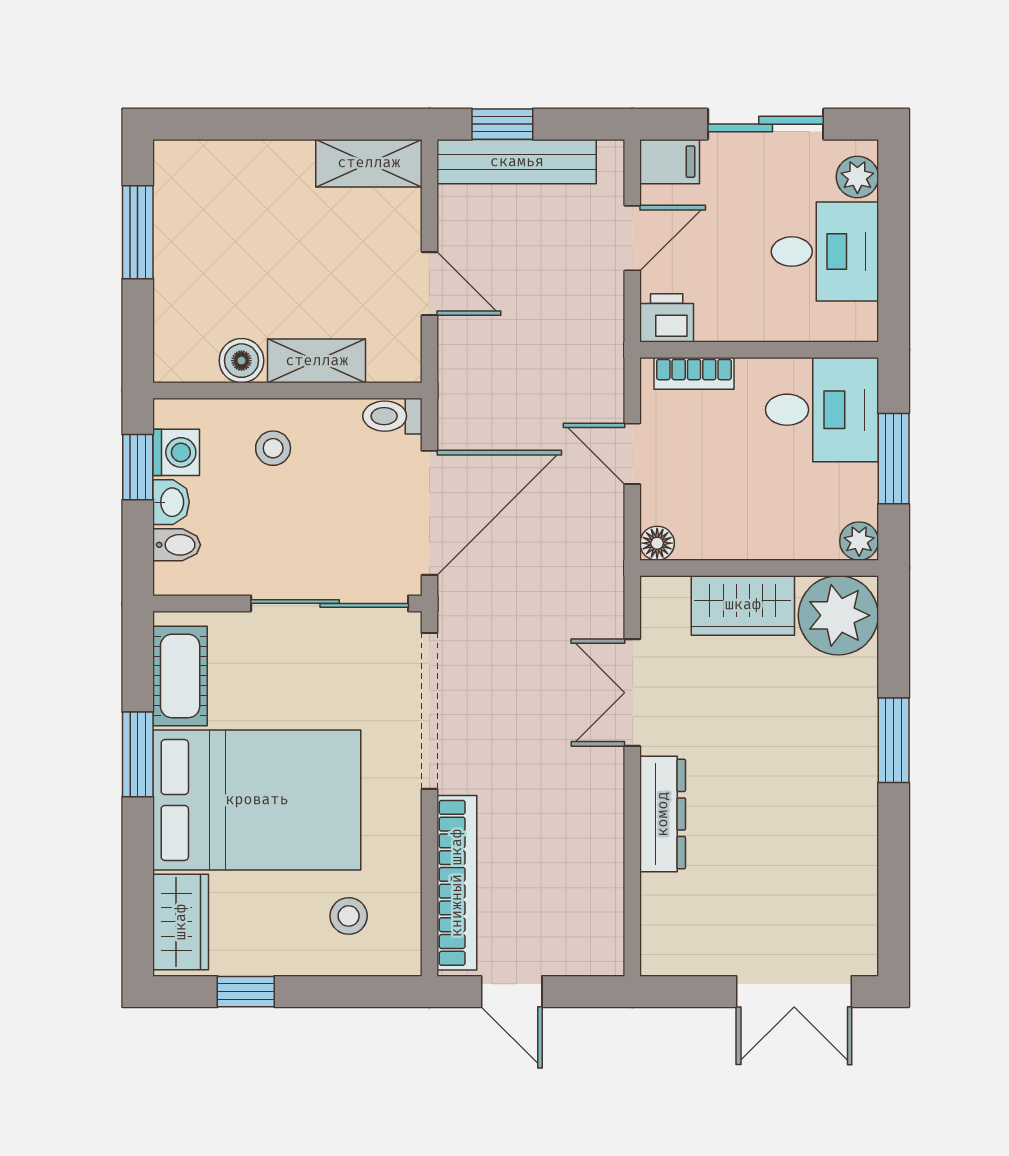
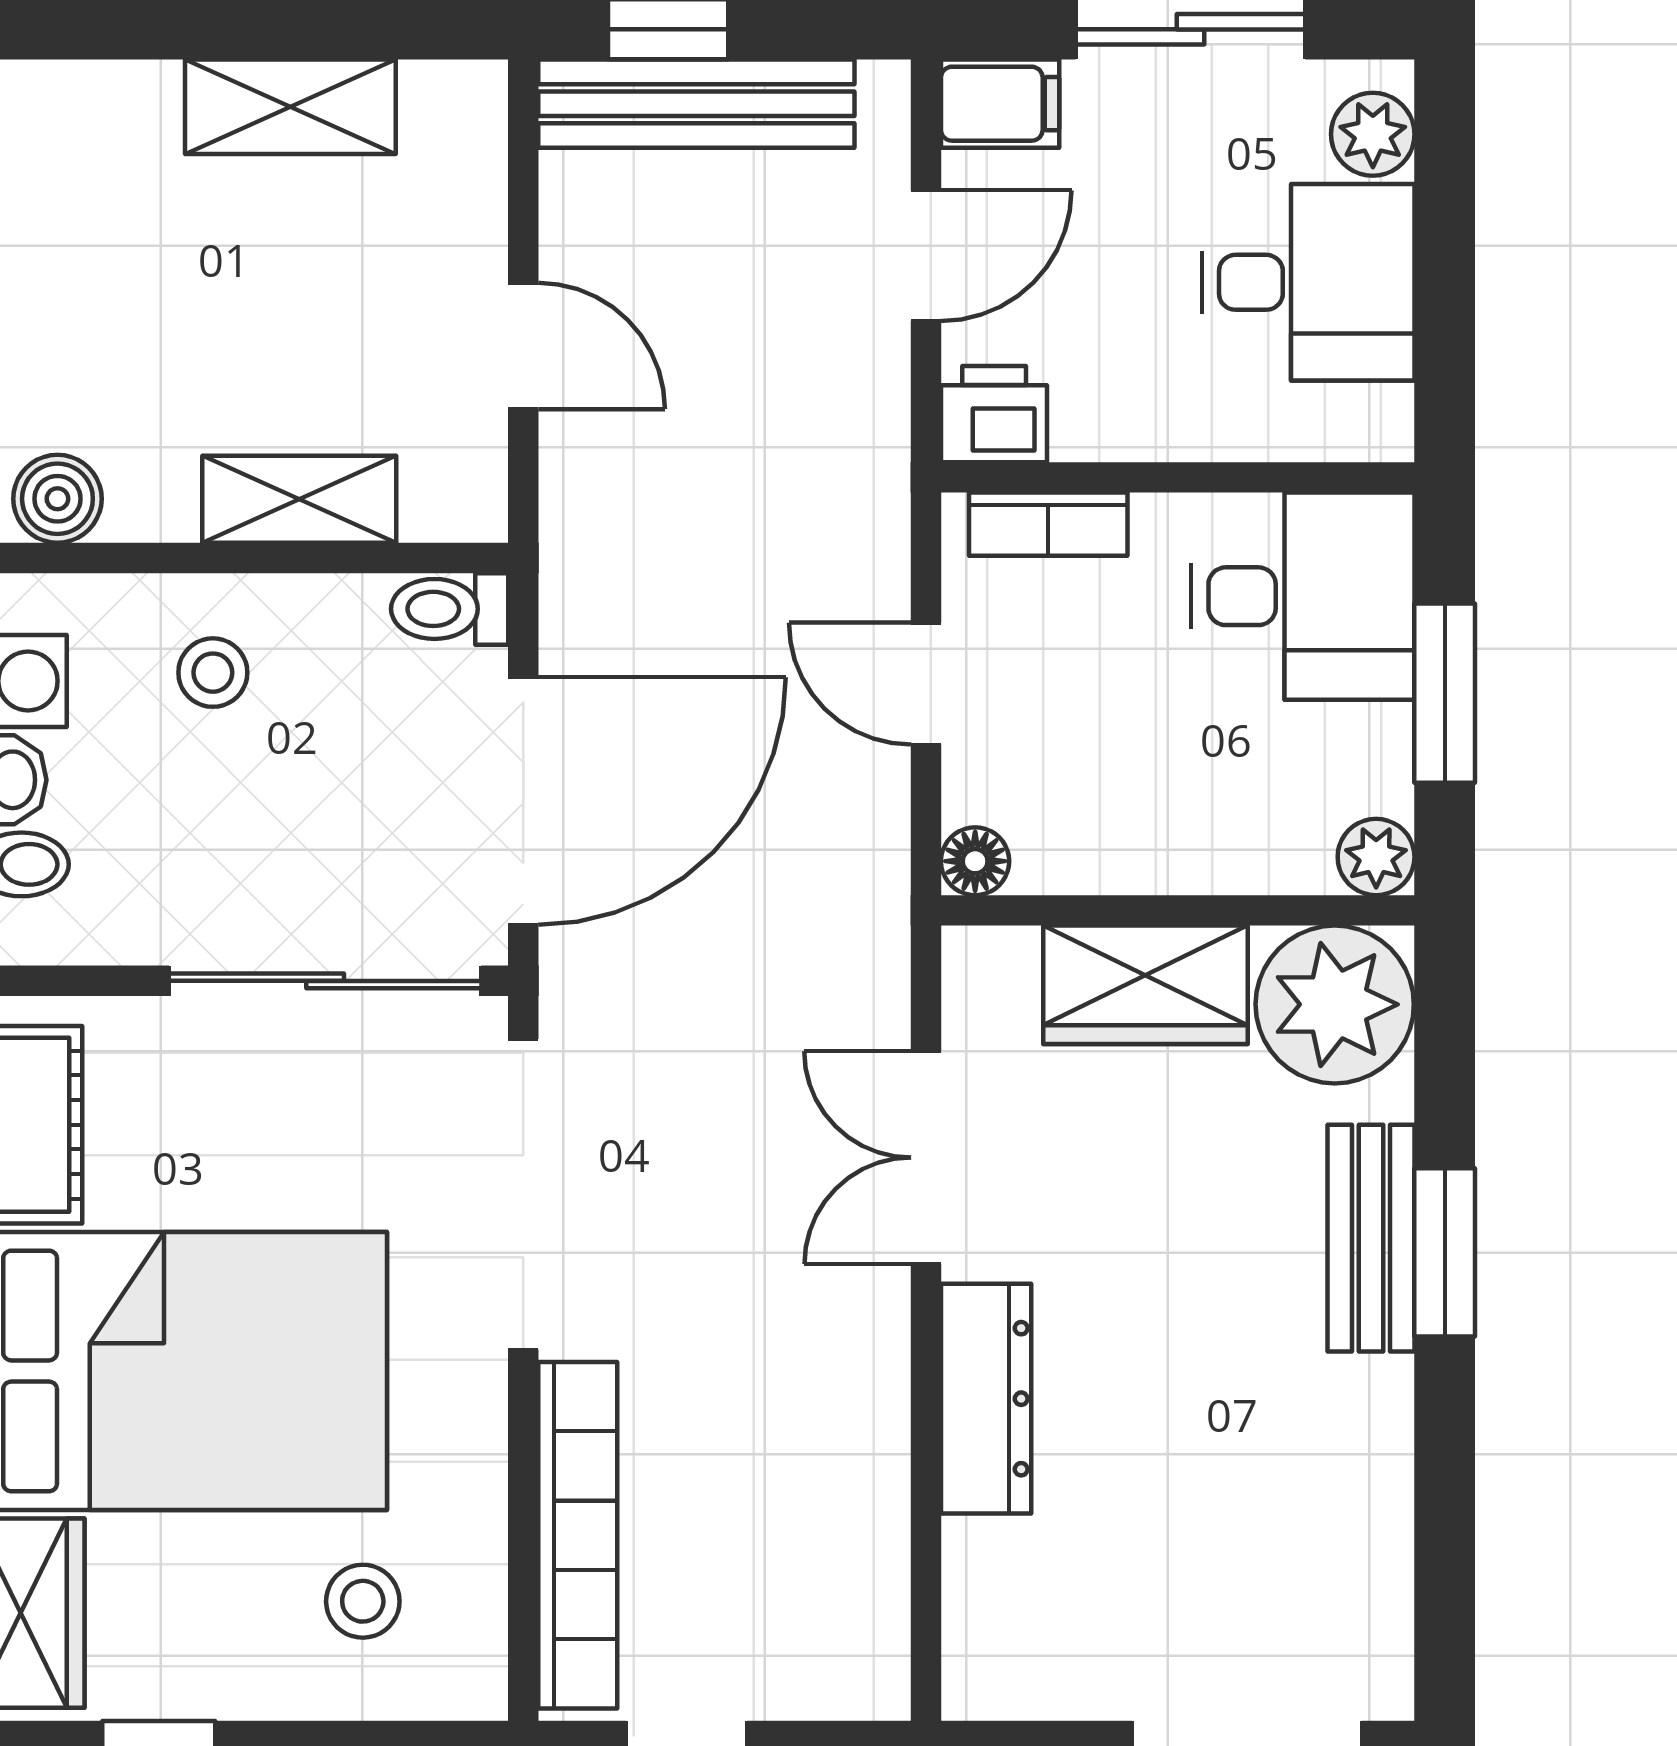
shelving: (369, 163) -> (290, 107), moved
boiler: (241, 361) -> (57, 499), moved
bench: (857, 733) -> (1371, 1238), added

